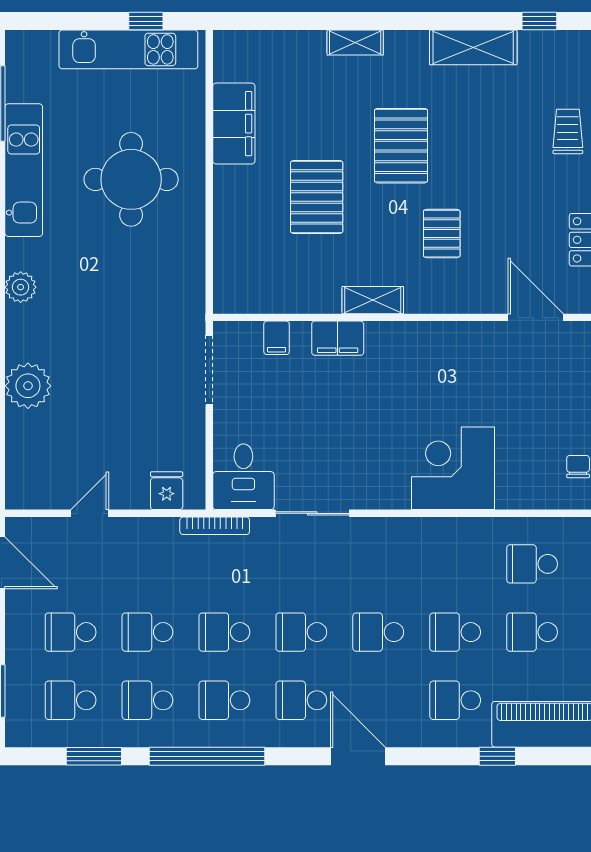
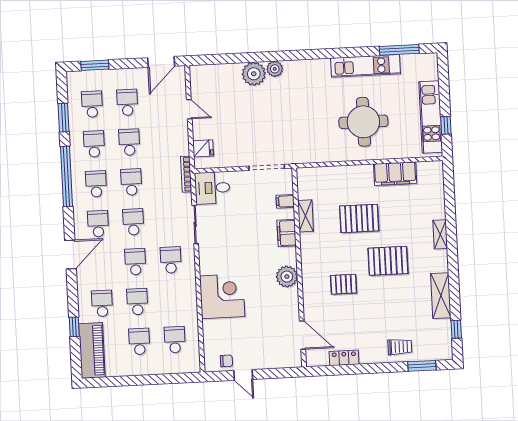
plant: (21, 287) -> (275, 69), moved
shelving: (373, 300) -> (306, 216), moved
door: (536, 317) -> (303, 335), hinge flipped
plant: (421, 342) -> (287, 277), added
school desk: (378, 564) -> (171, 260), added

